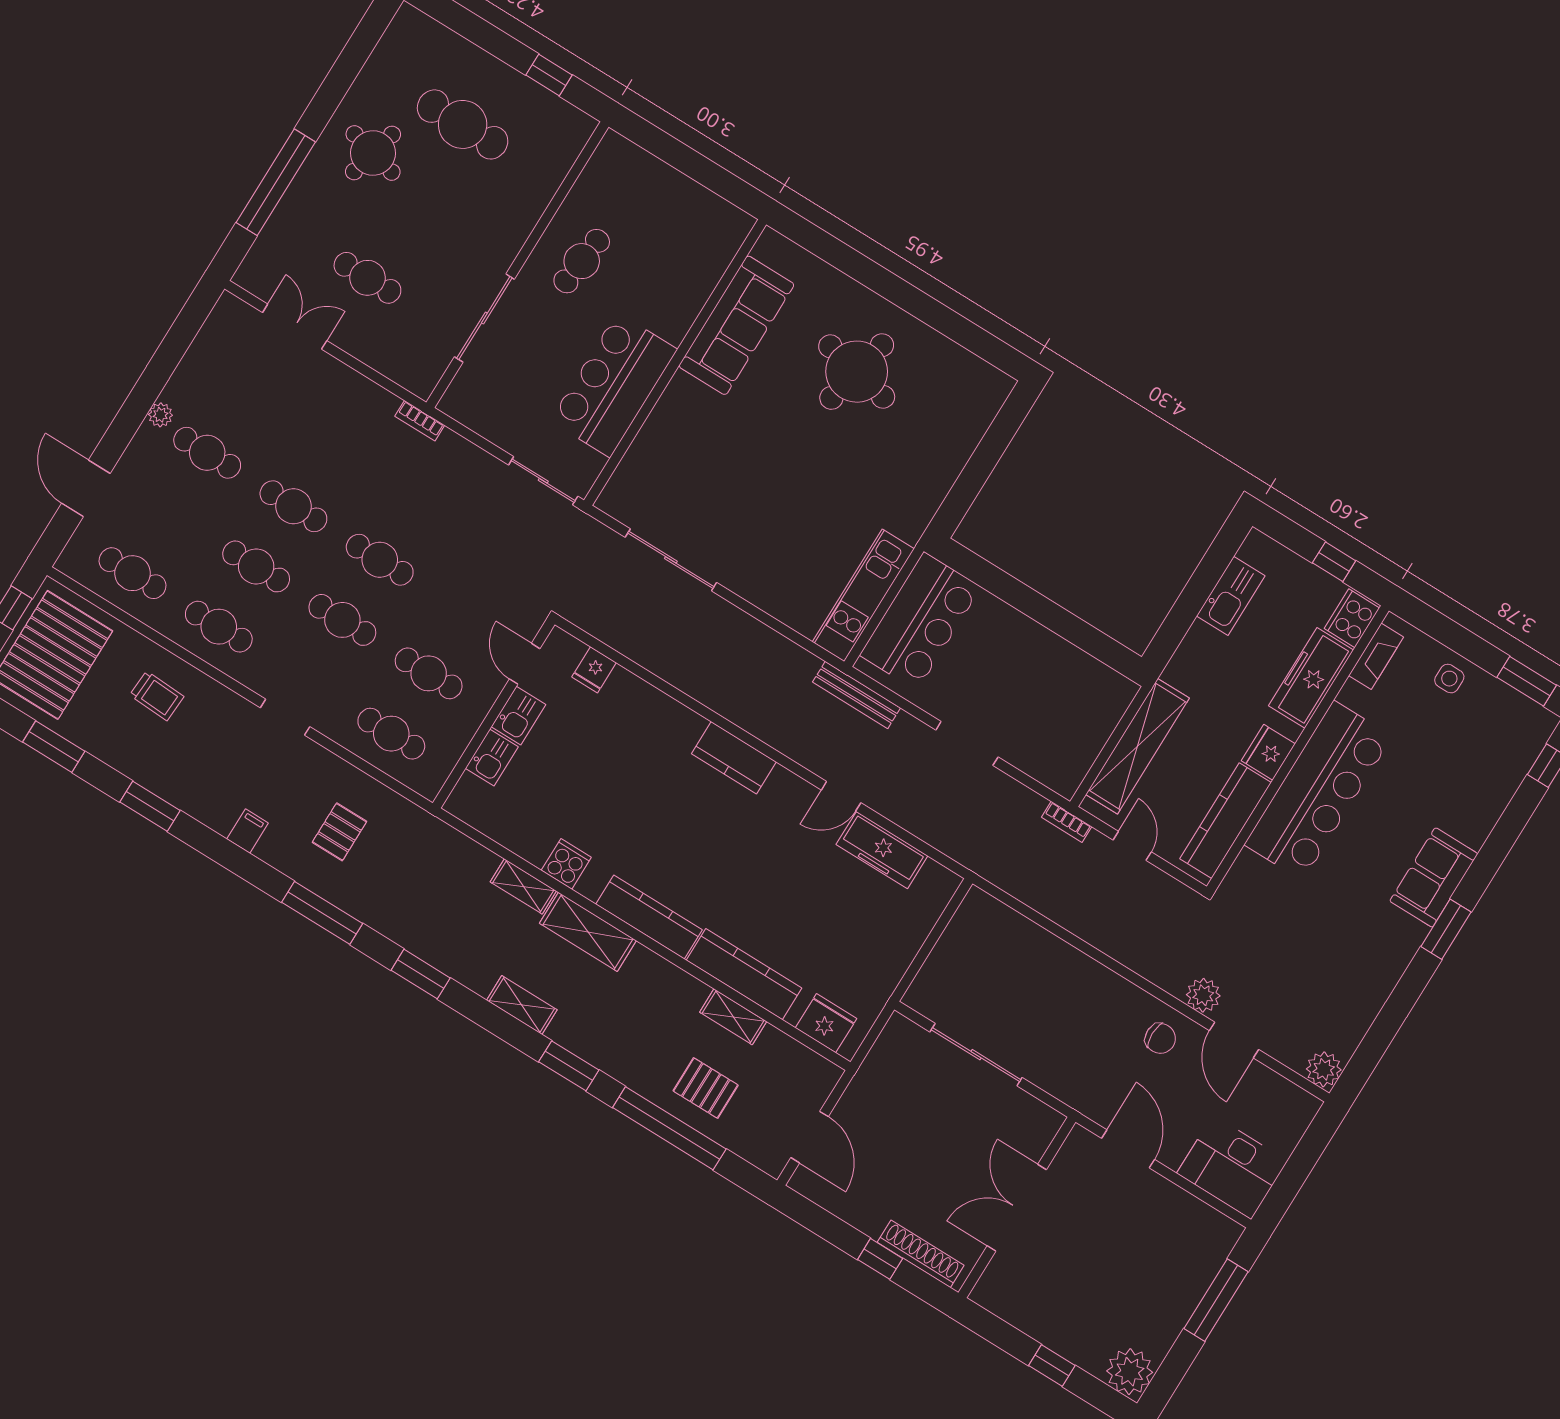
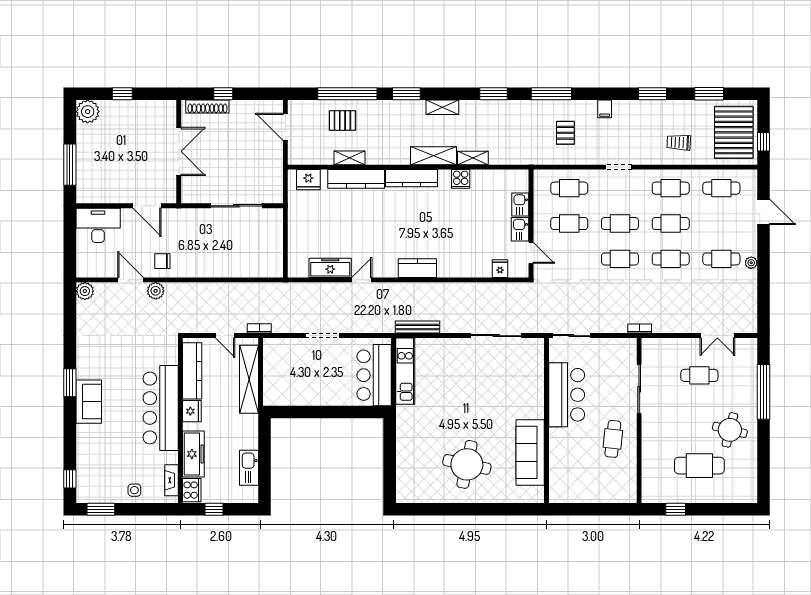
bench: (857, 695) -> (417, 327), moved

